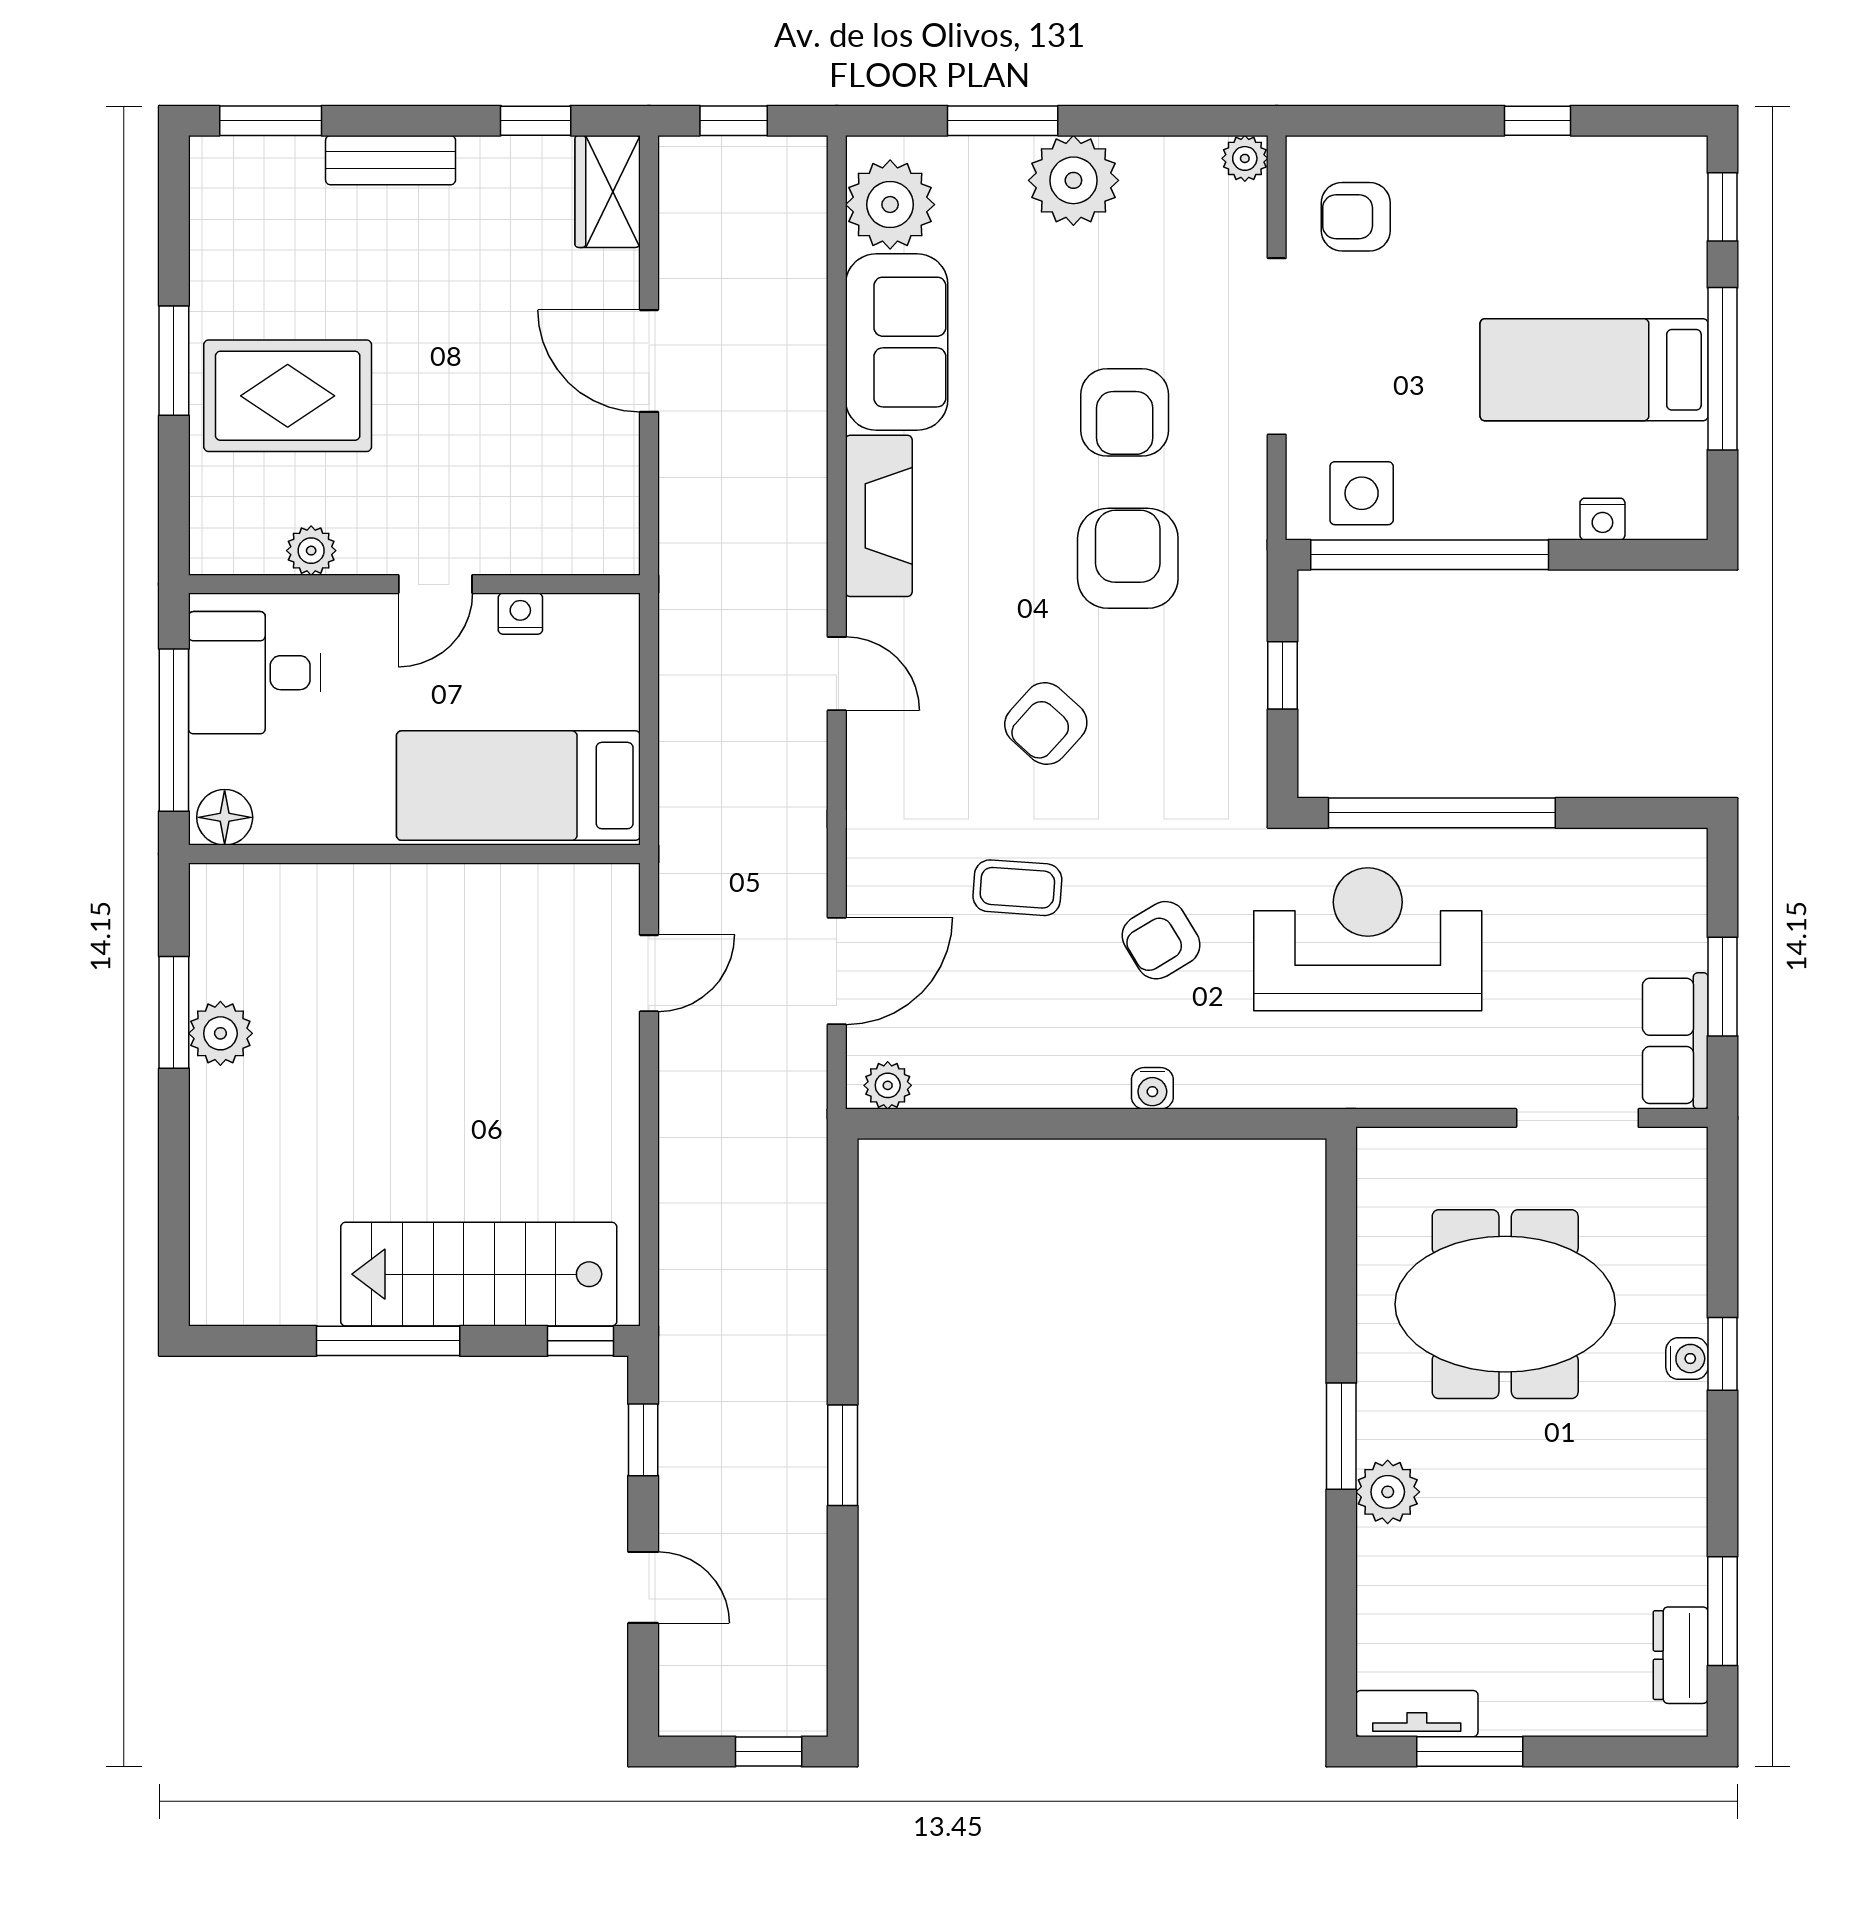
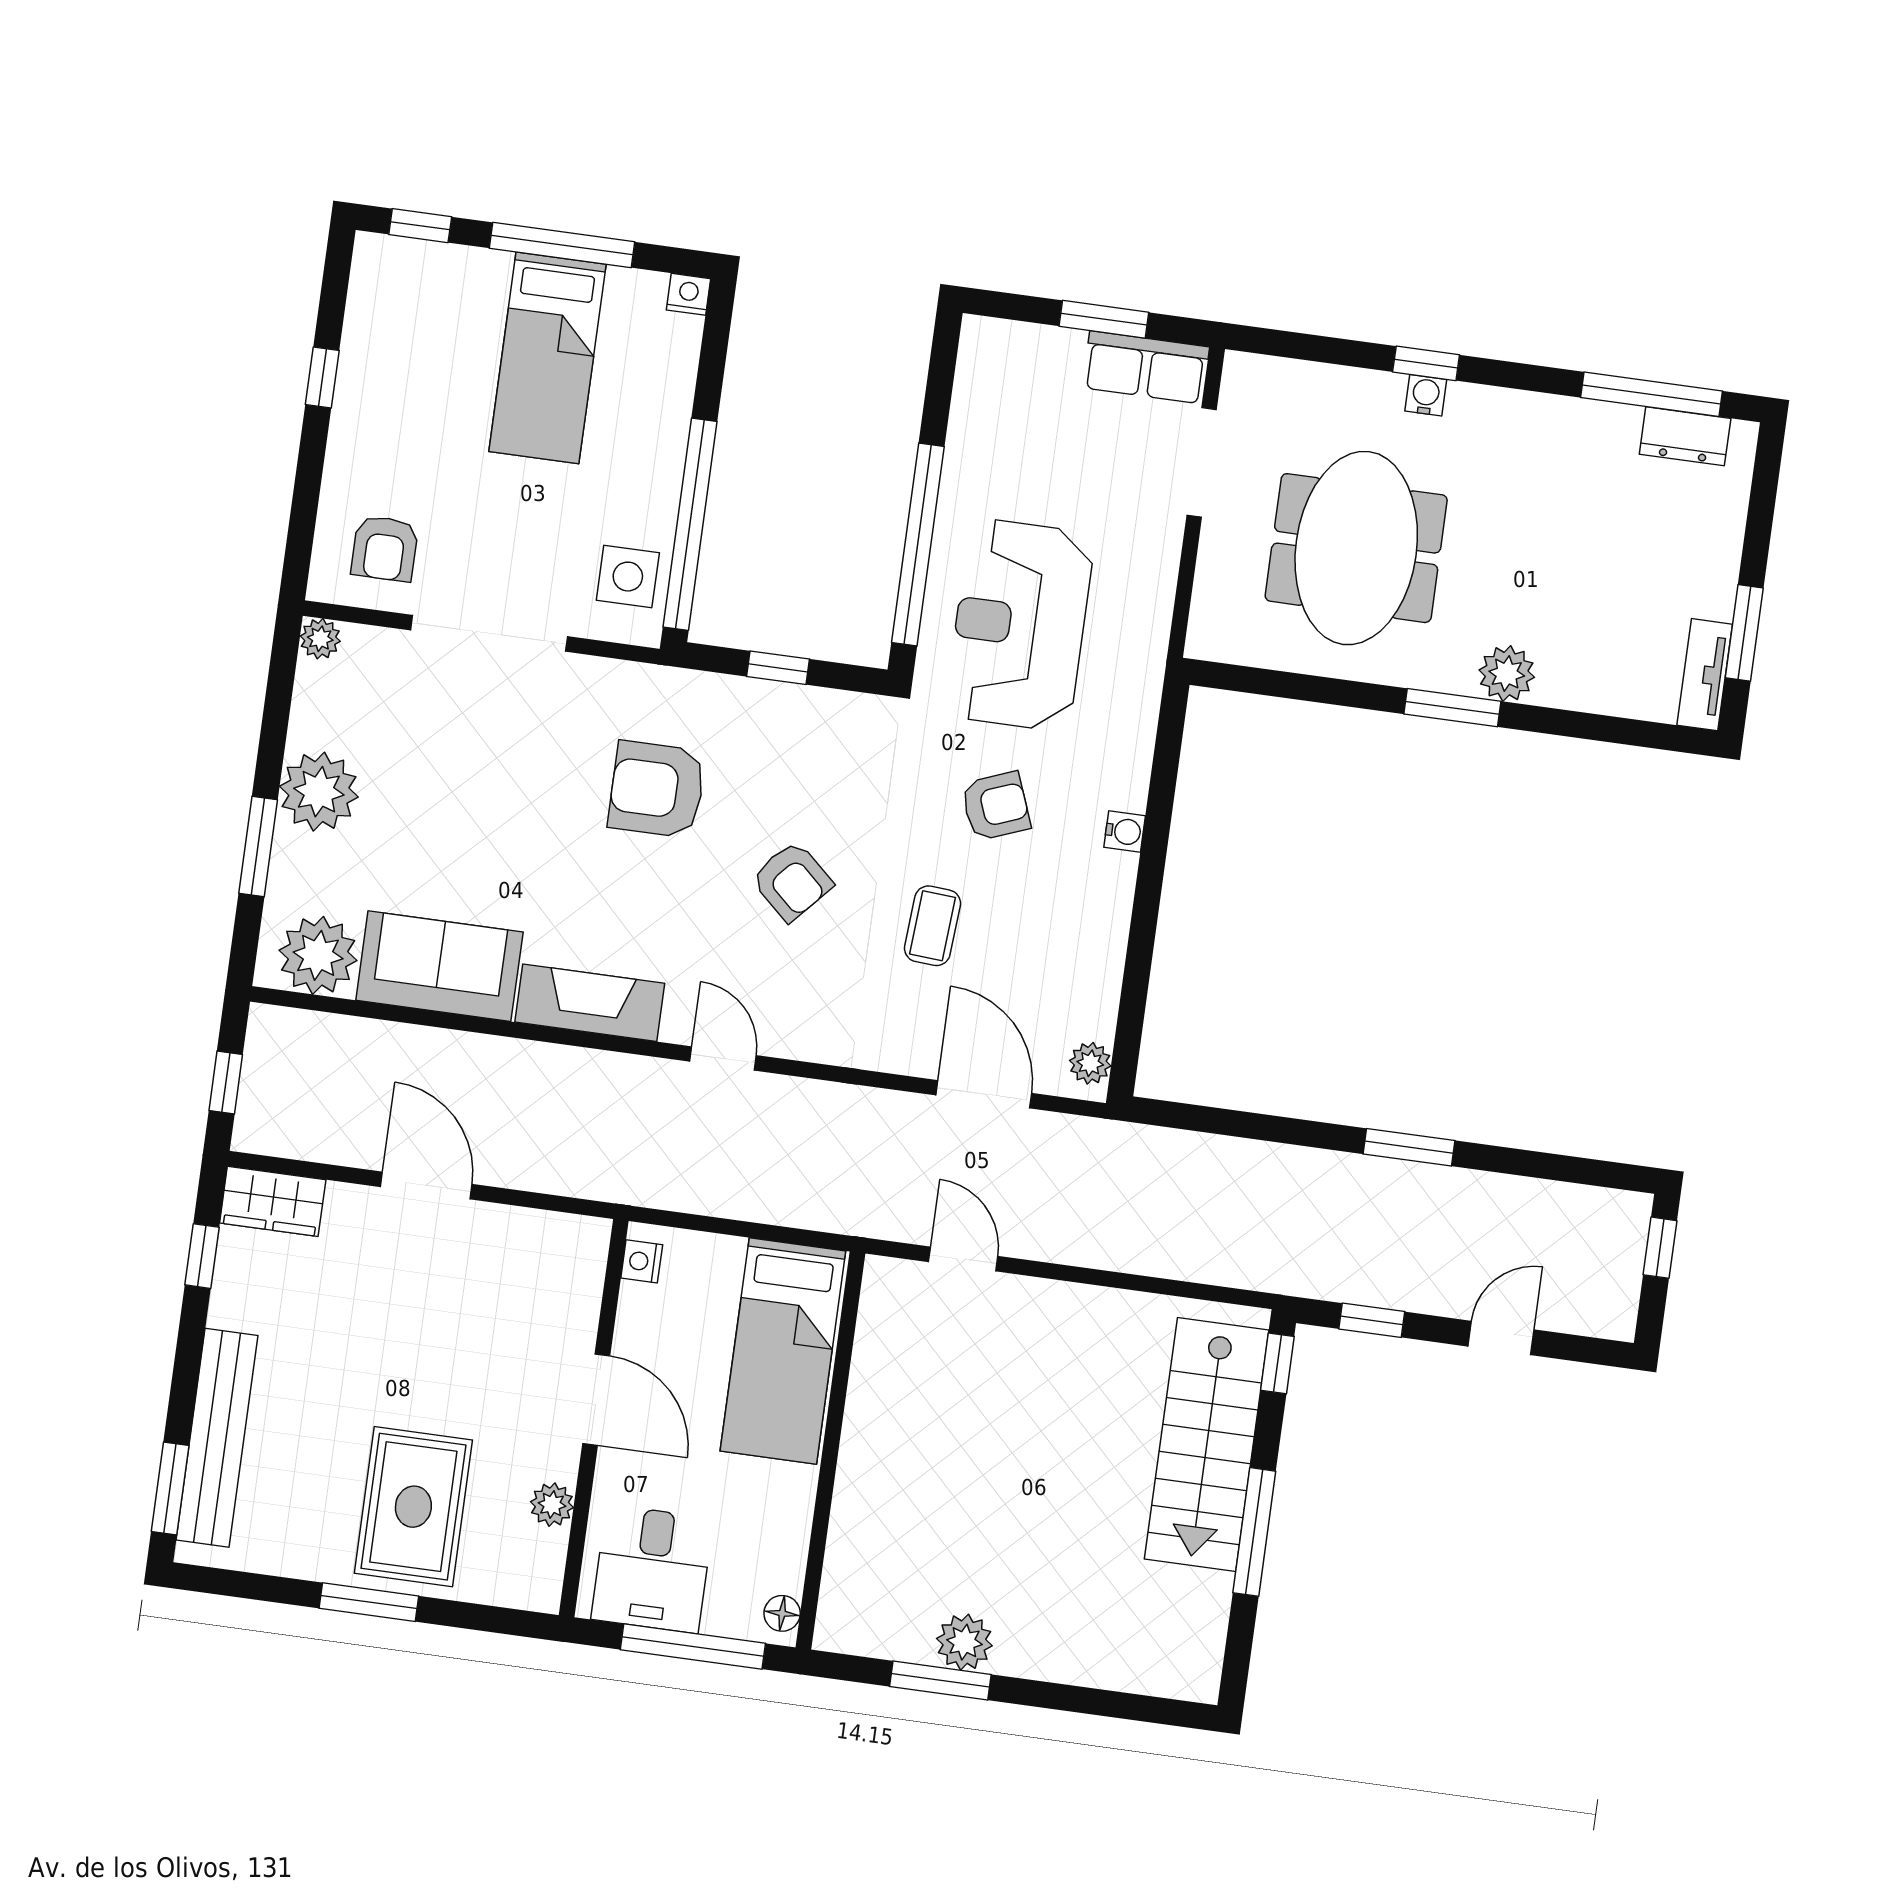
bench: (391, 160) -> (217, 1438), width x1.86, depth x1.21
door: (649, 361) -> (426, 1186), swing flipped
armchair: (1125, 412) -> (529, 775), removed
nightstand: (1602, 519) -> (688, 294), moved, turned -90
door: (435, 584) -> (596, 1400), width x1.38
nightstand: (520, 614) -> (642, 1261), moved
door: (837, 674) -> (723, 1058), hinge flipped
floor lamp: (225, 817) -> (782, 1613), width x0.73, depth x0.73
armchair: (1161, 940) -> (996, 806), turned -80
window: (1723, 1611) -> (1652, 394), width x1.44

